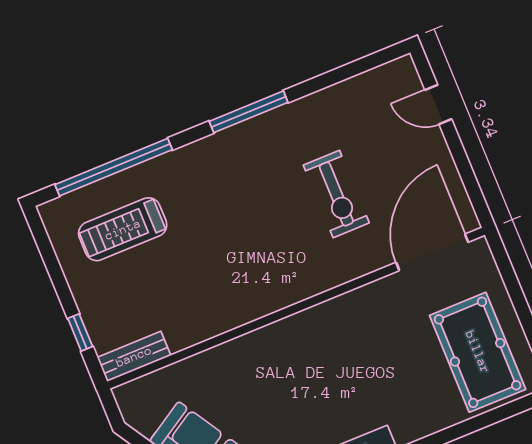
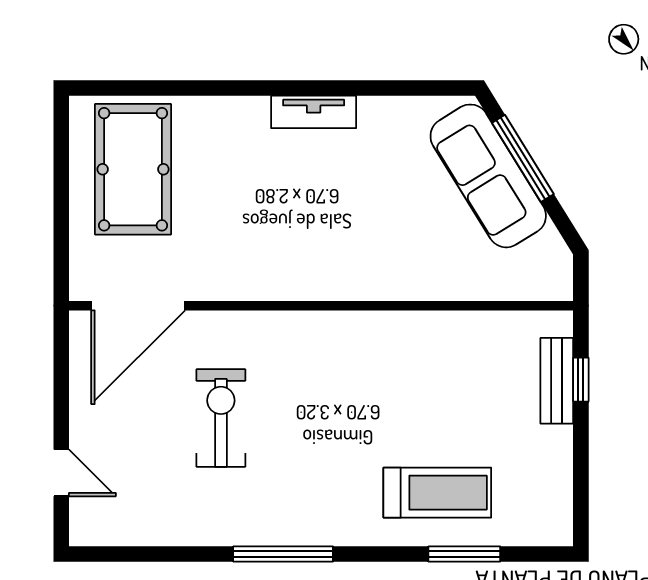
window: (114, 167) -> (464, 554), width x0.47
treadmill: (123, 229) -> (437, 493), moved
bench: (134, 356) -> (557, 381), moved, turned 90

